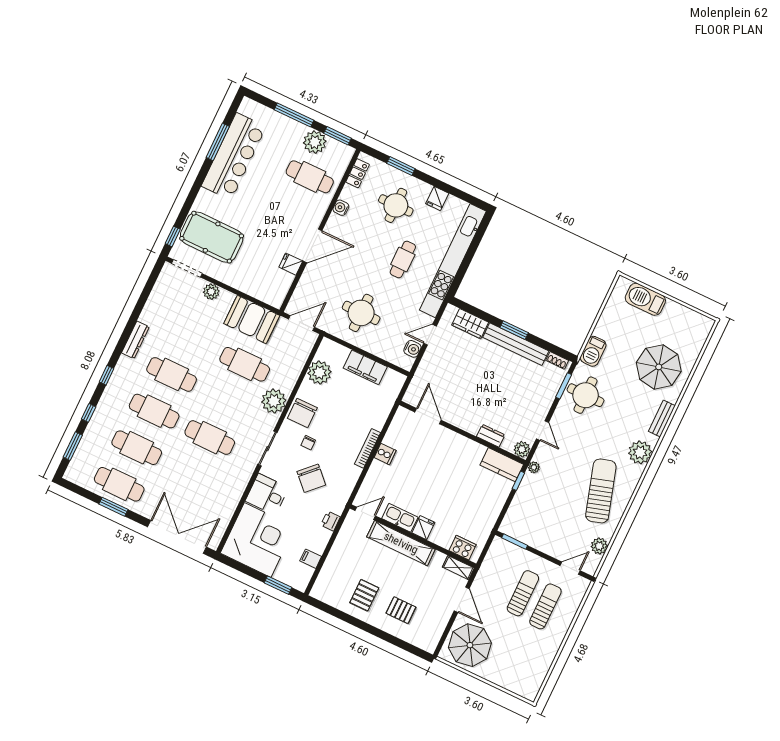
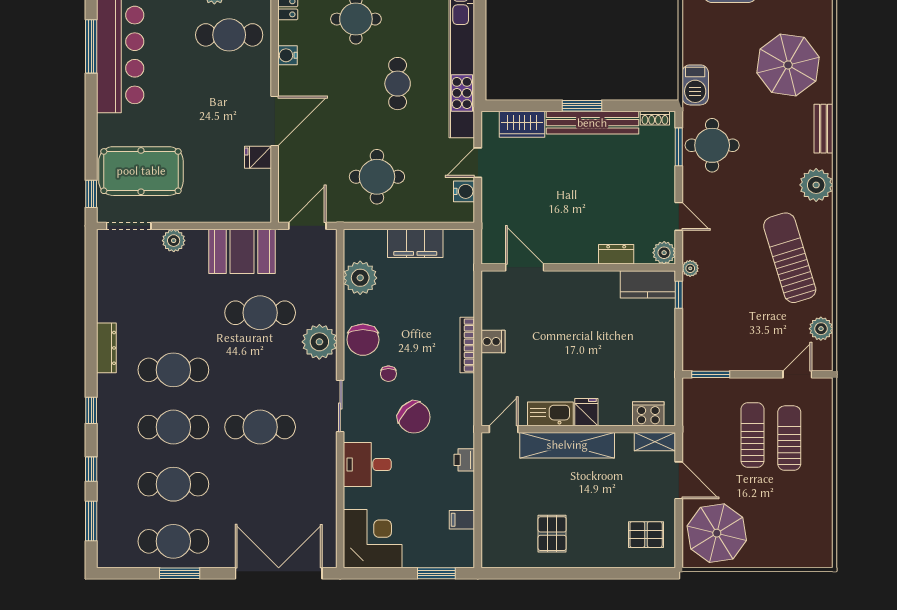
corner desk: (258, 540) -> (373, 539), width x0.74, depth x0.74
pallet: (401, 610) -> (646, 535), moved

